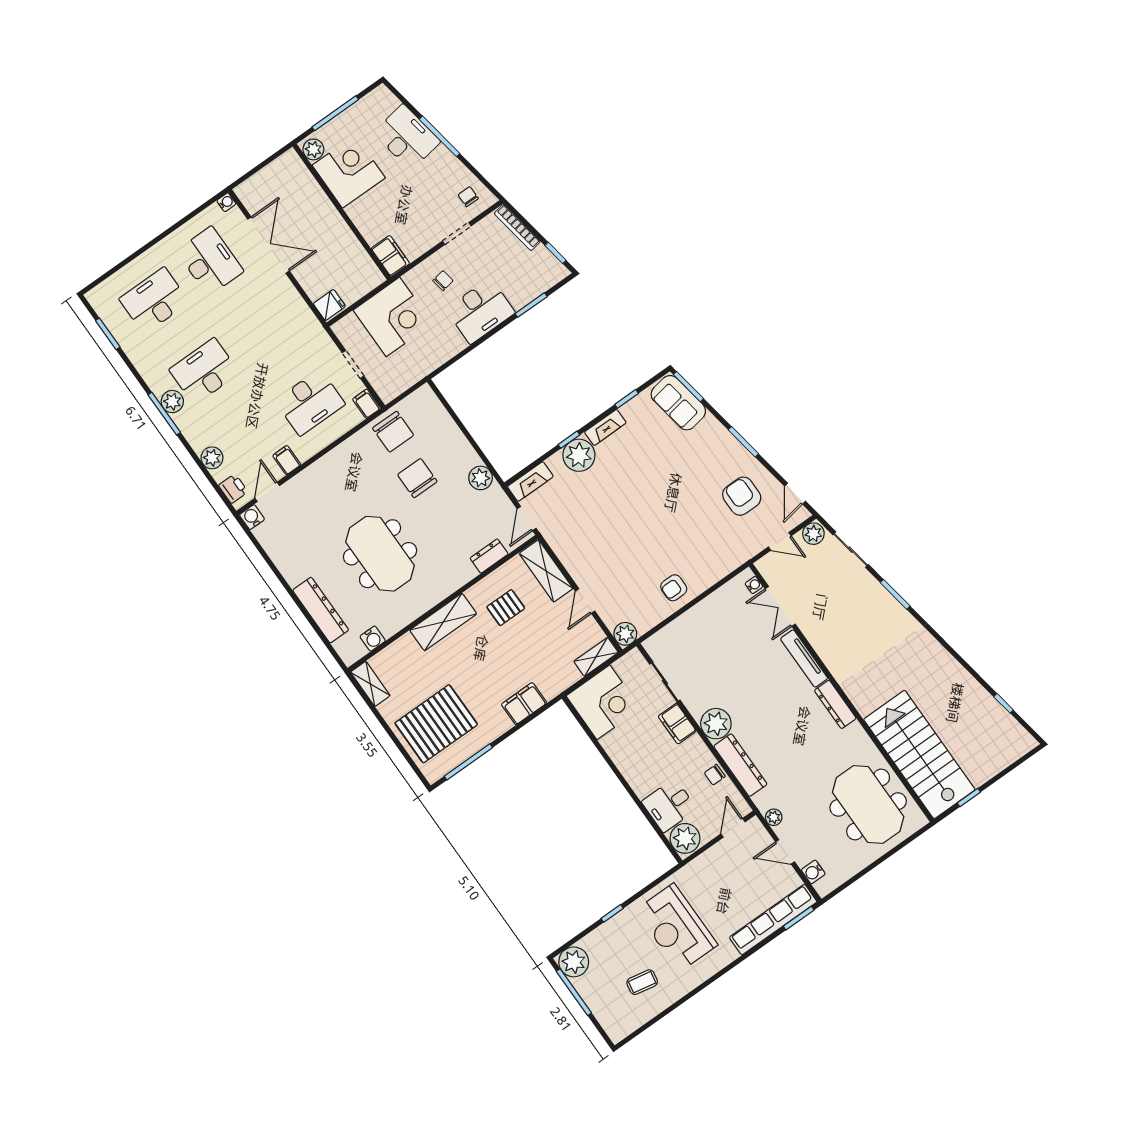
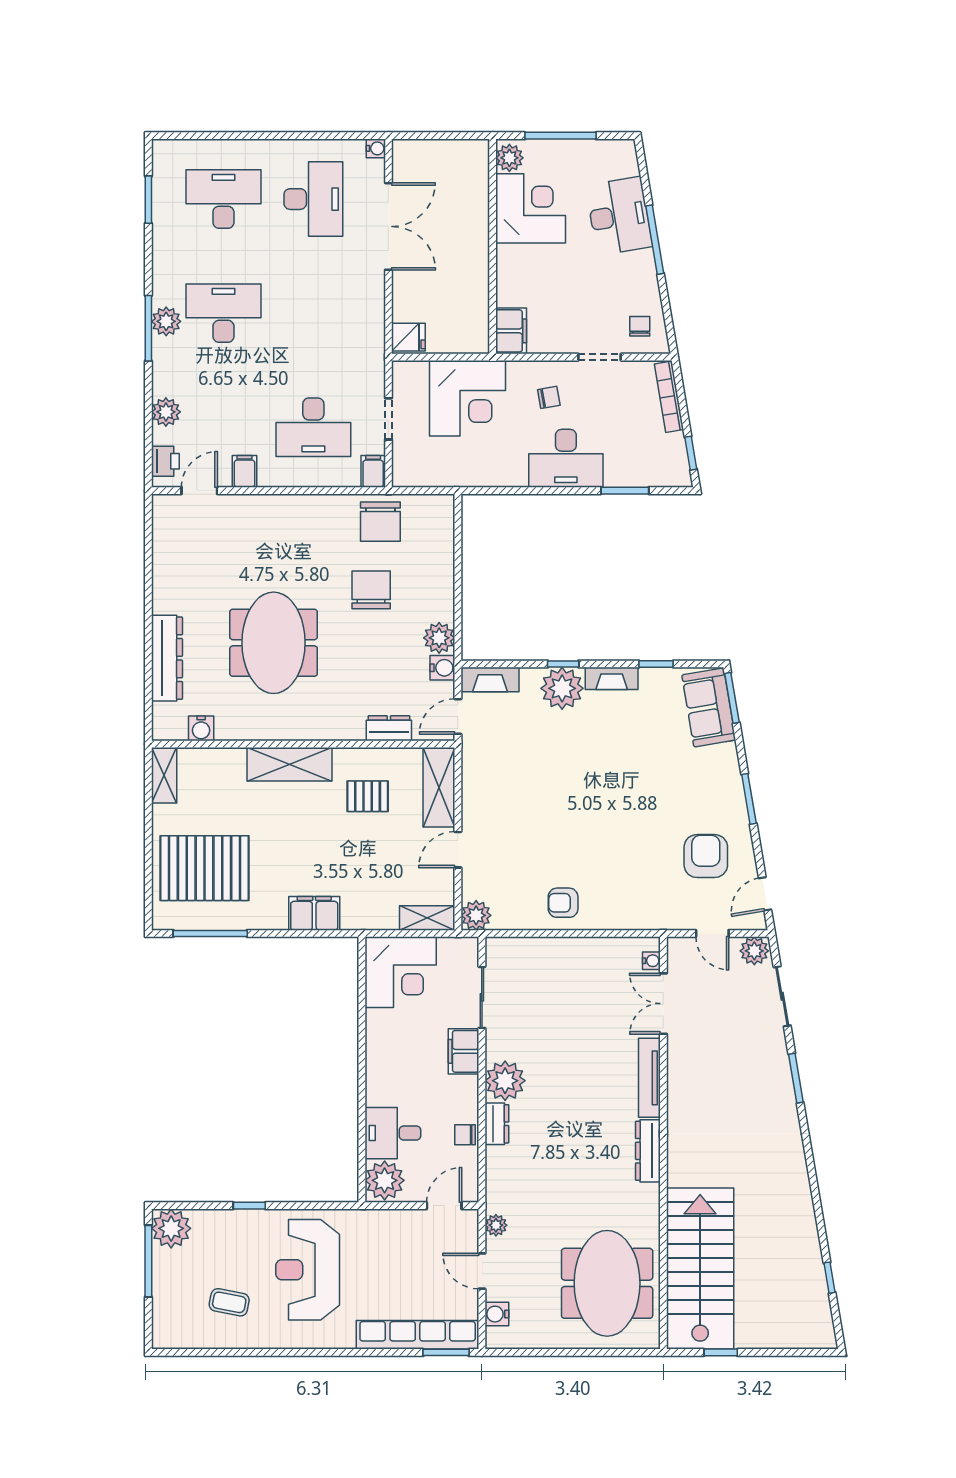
water cooler: (252, 517) -> (442, 668), moved, turned 90
dresser: (740, 765) -> (497, 1124), width x0.51, depth x0.80

